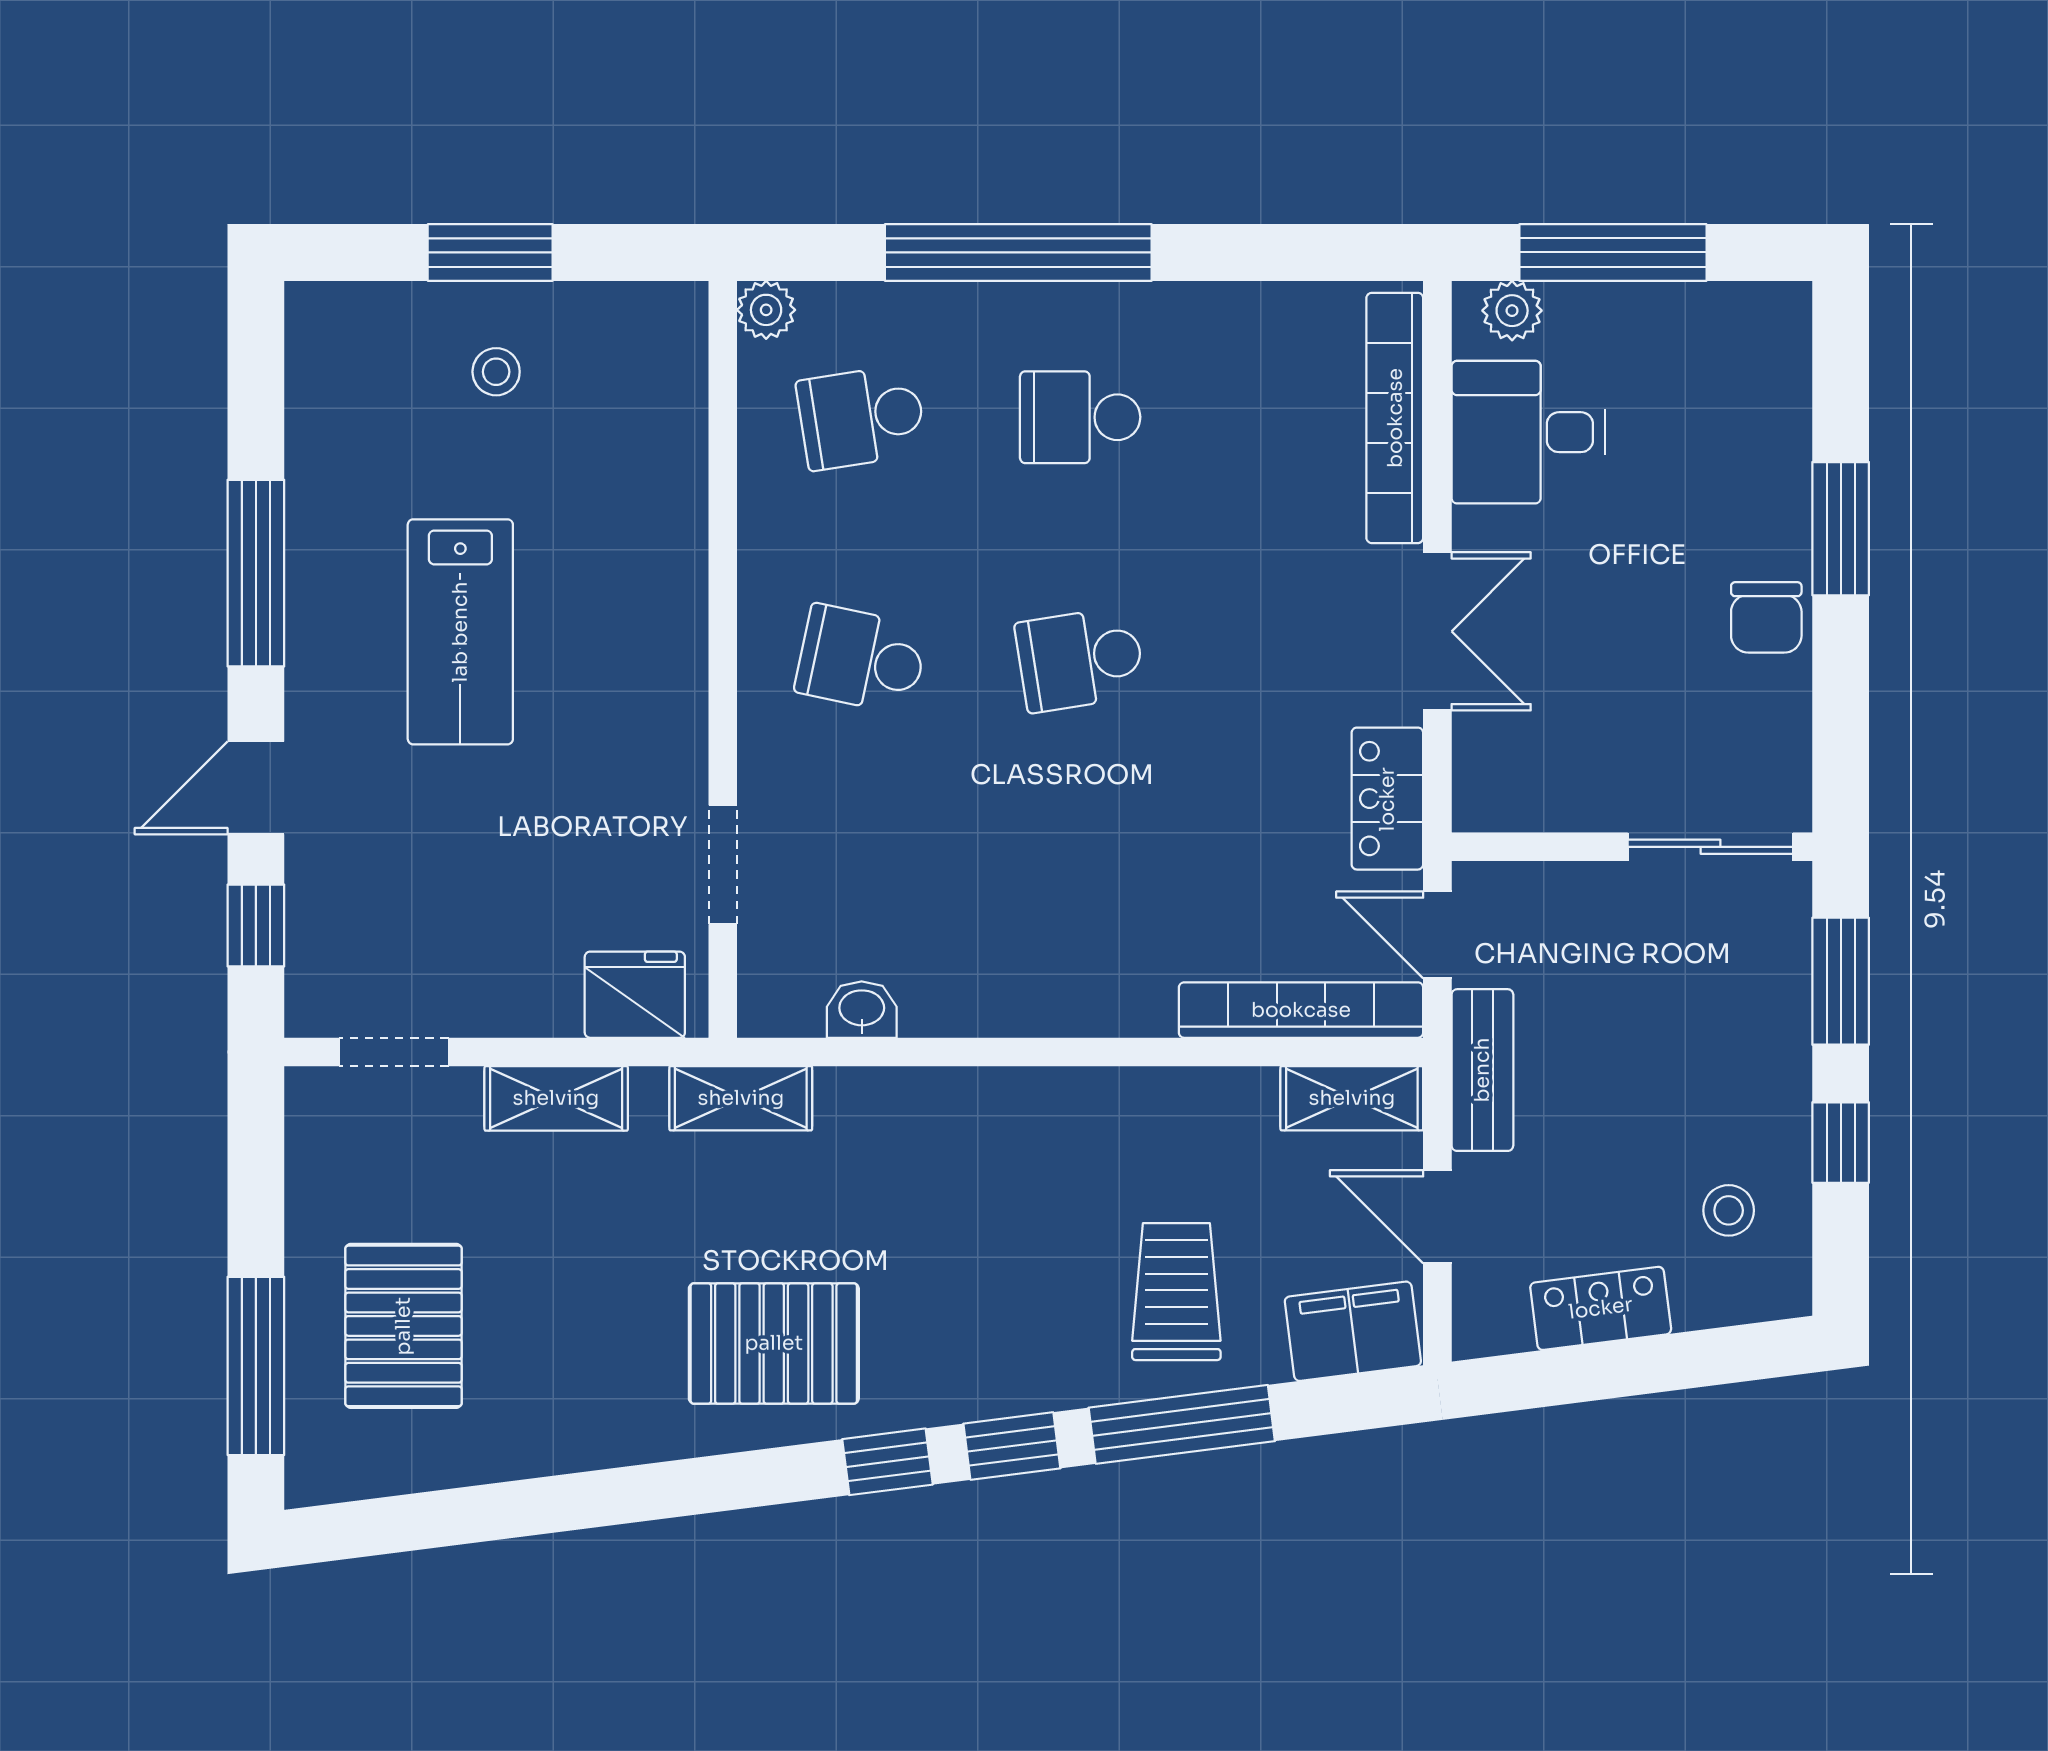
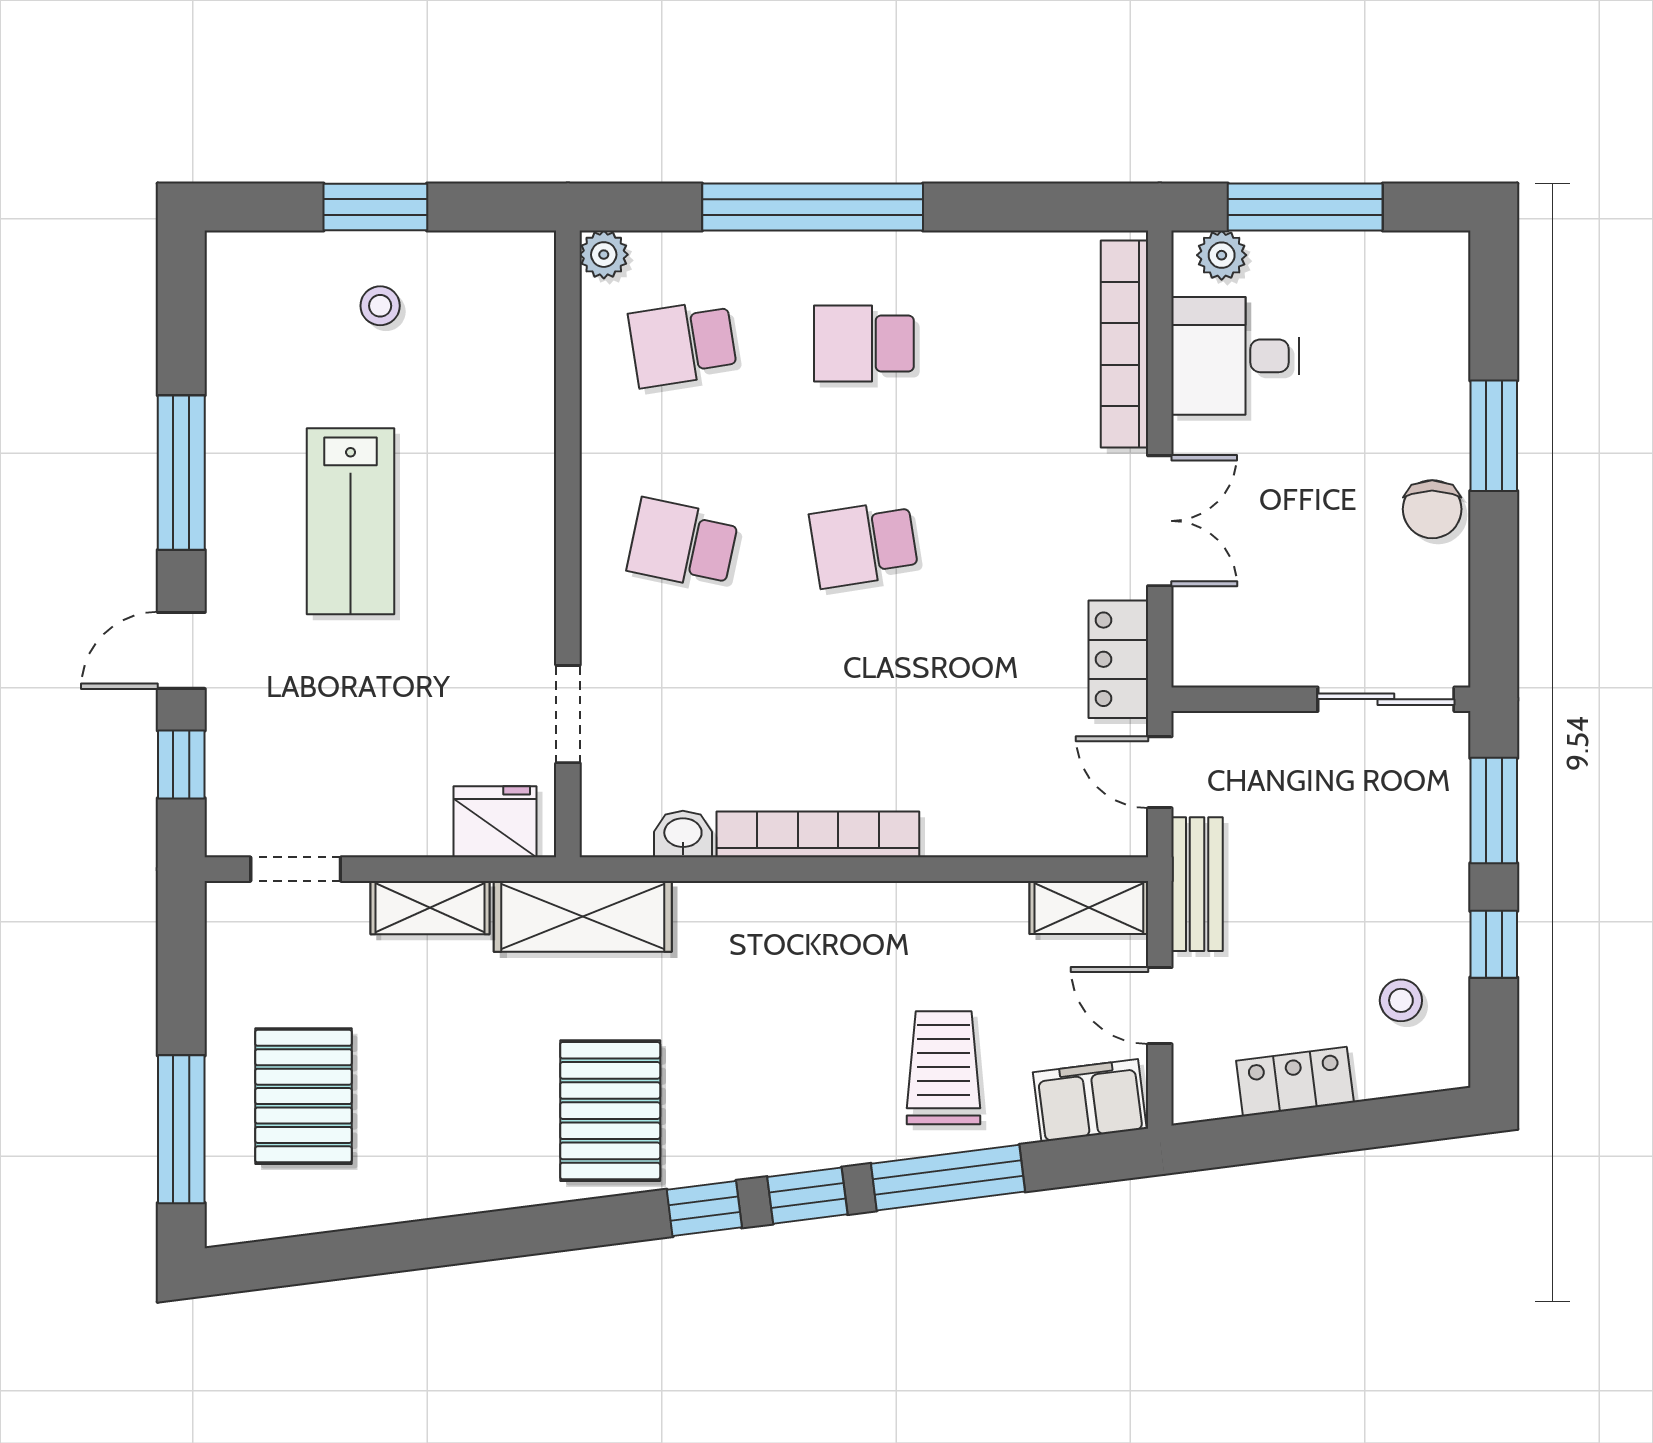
bookcase: (1301, 1010) -> (818, 834), moved
shelving: (741, 1098) -> (583, 916), width x1.50, depth x1.33
pallet: (774, 1343) -> (610, 1111), turned 90

